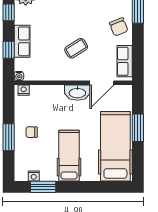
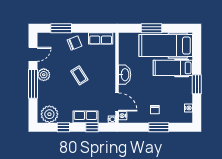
coffee table: (76, 48) -> (79, 75), moved
door: (102, 83) -> (117, 102), moved
hospital bed: (69, 156) -> (173, 68), moved
window: (43, 187) -> (197, 84), moved

